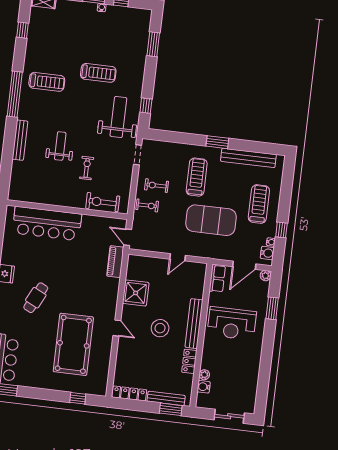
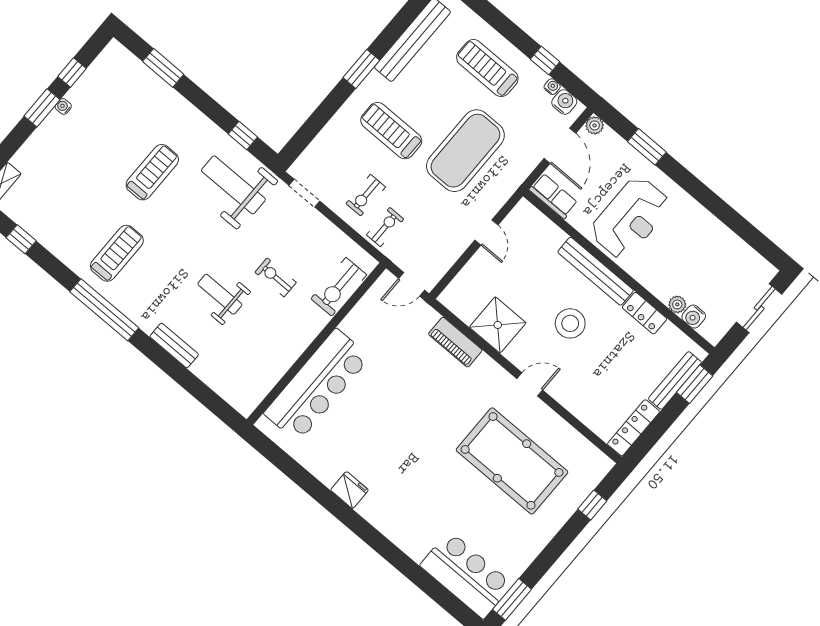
bench: (20, 140) -> (174, 345), width x0.73
piano: (115, 262) -> (455, 342), moved
cafe table: (36, 298) -> (411, 470), removed

